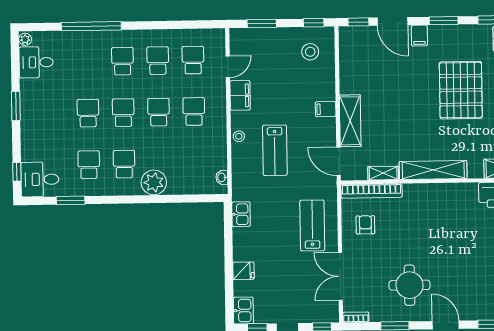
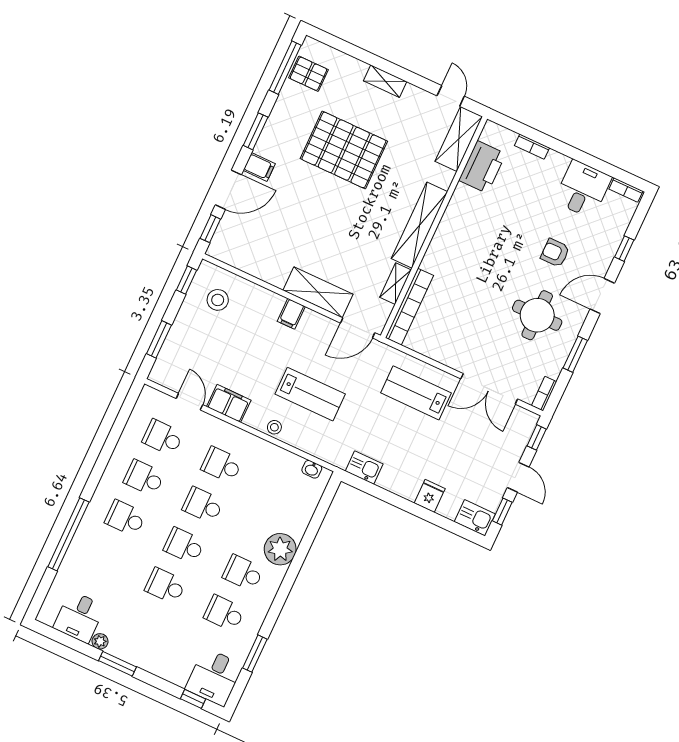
plant: (25, 39) -> (100, 641), moved
armchair: (365, 225) -> (555, 253), moved

